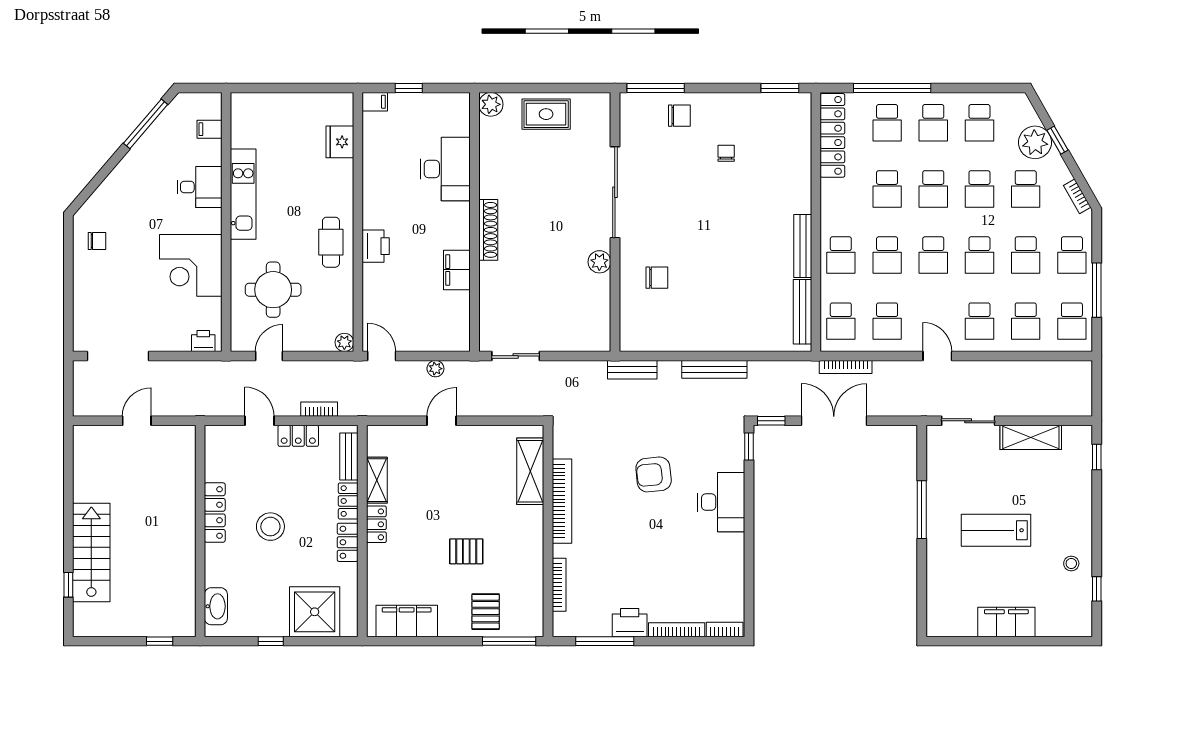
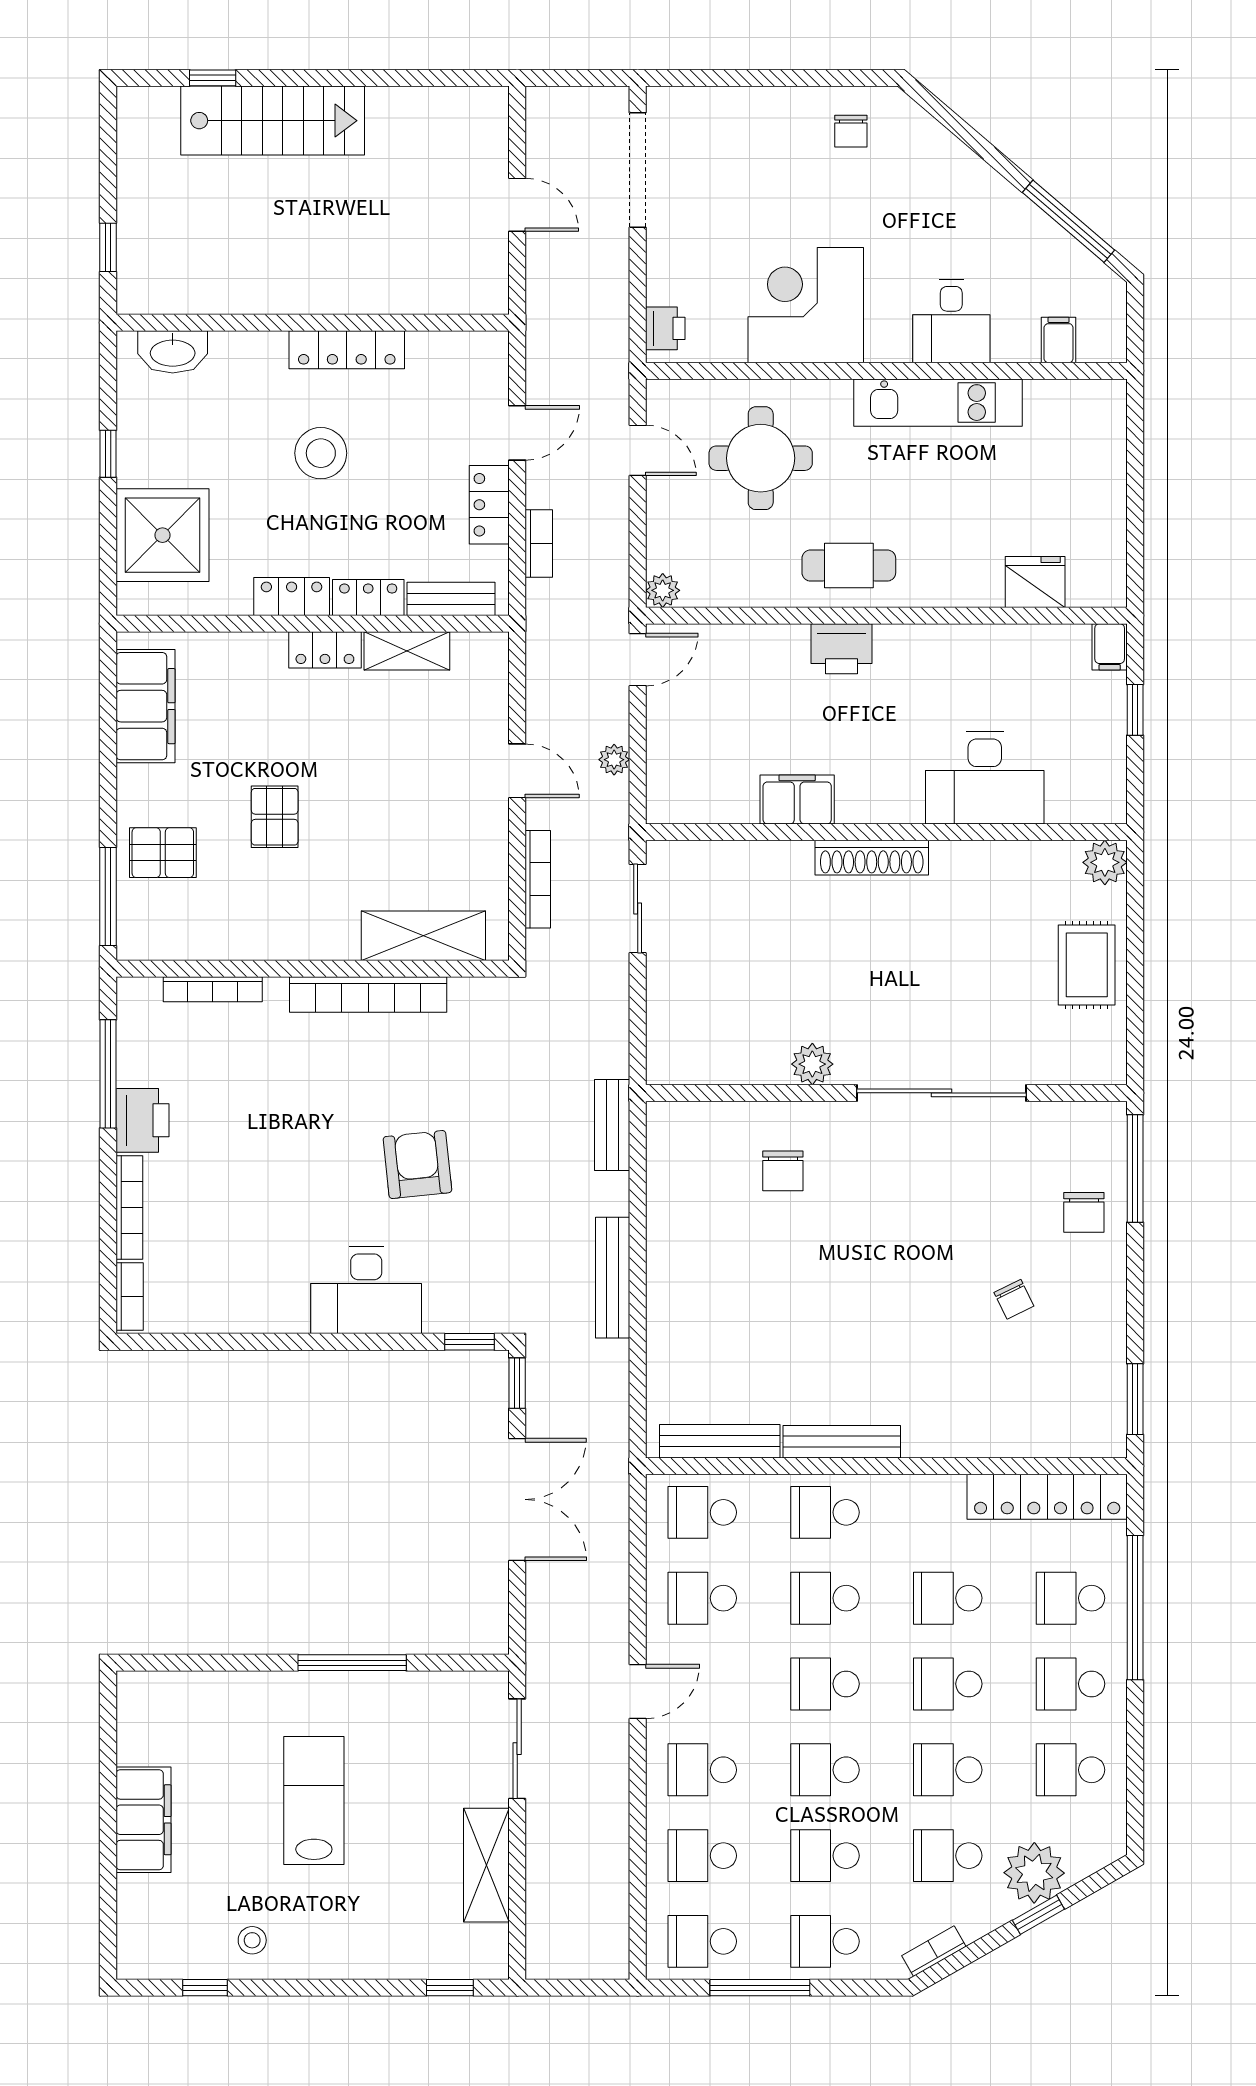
chair: (726, 153) -> (1014, 1299), turned 64
bookcase: (846, 367) -> (538, 879), moved, turned 180

